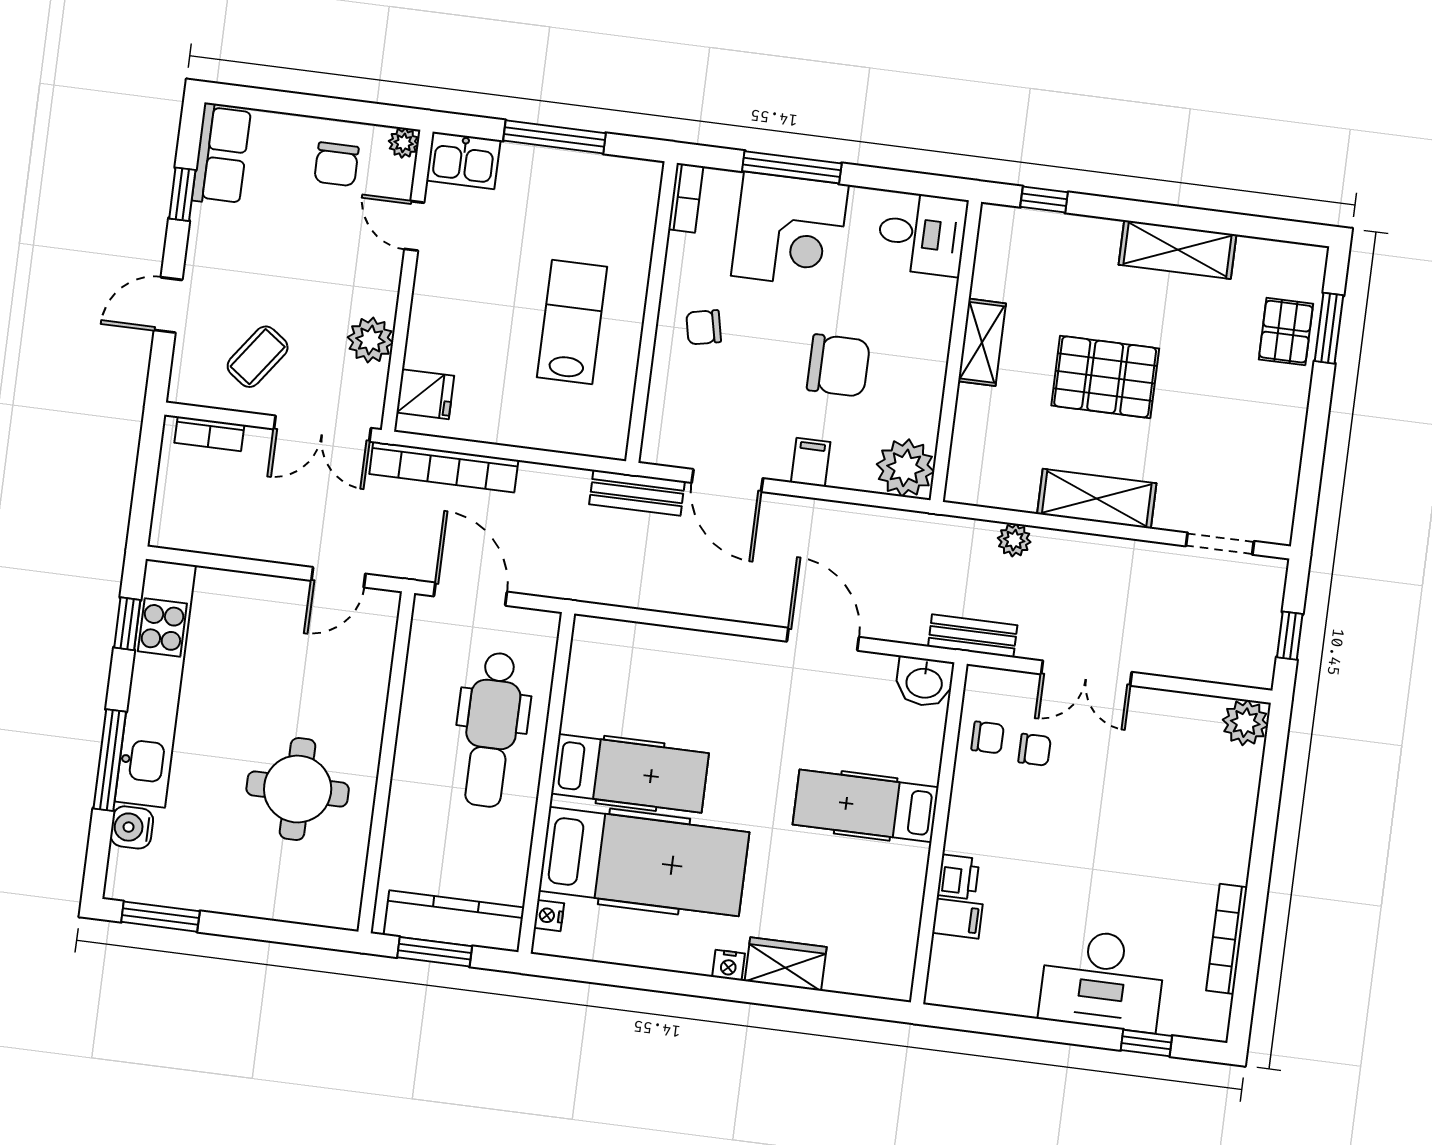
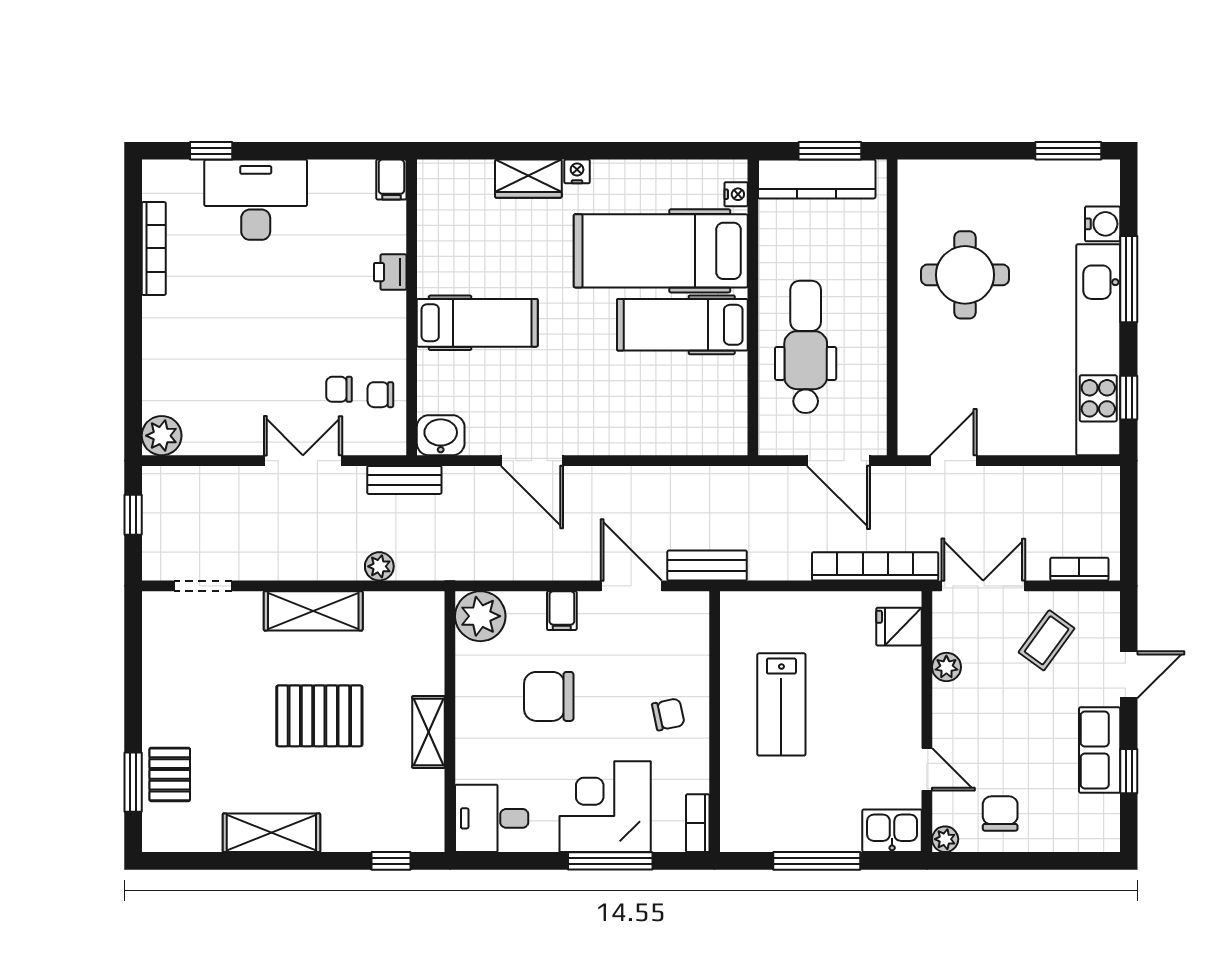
row of seats: (221, 154) -> (1100, 750), moved
plant: (370, 340) -> (946, 667), width x0.73, depth x0.73
filing cabinet: (957, 919) -> (391, 180), moved, turned -90

